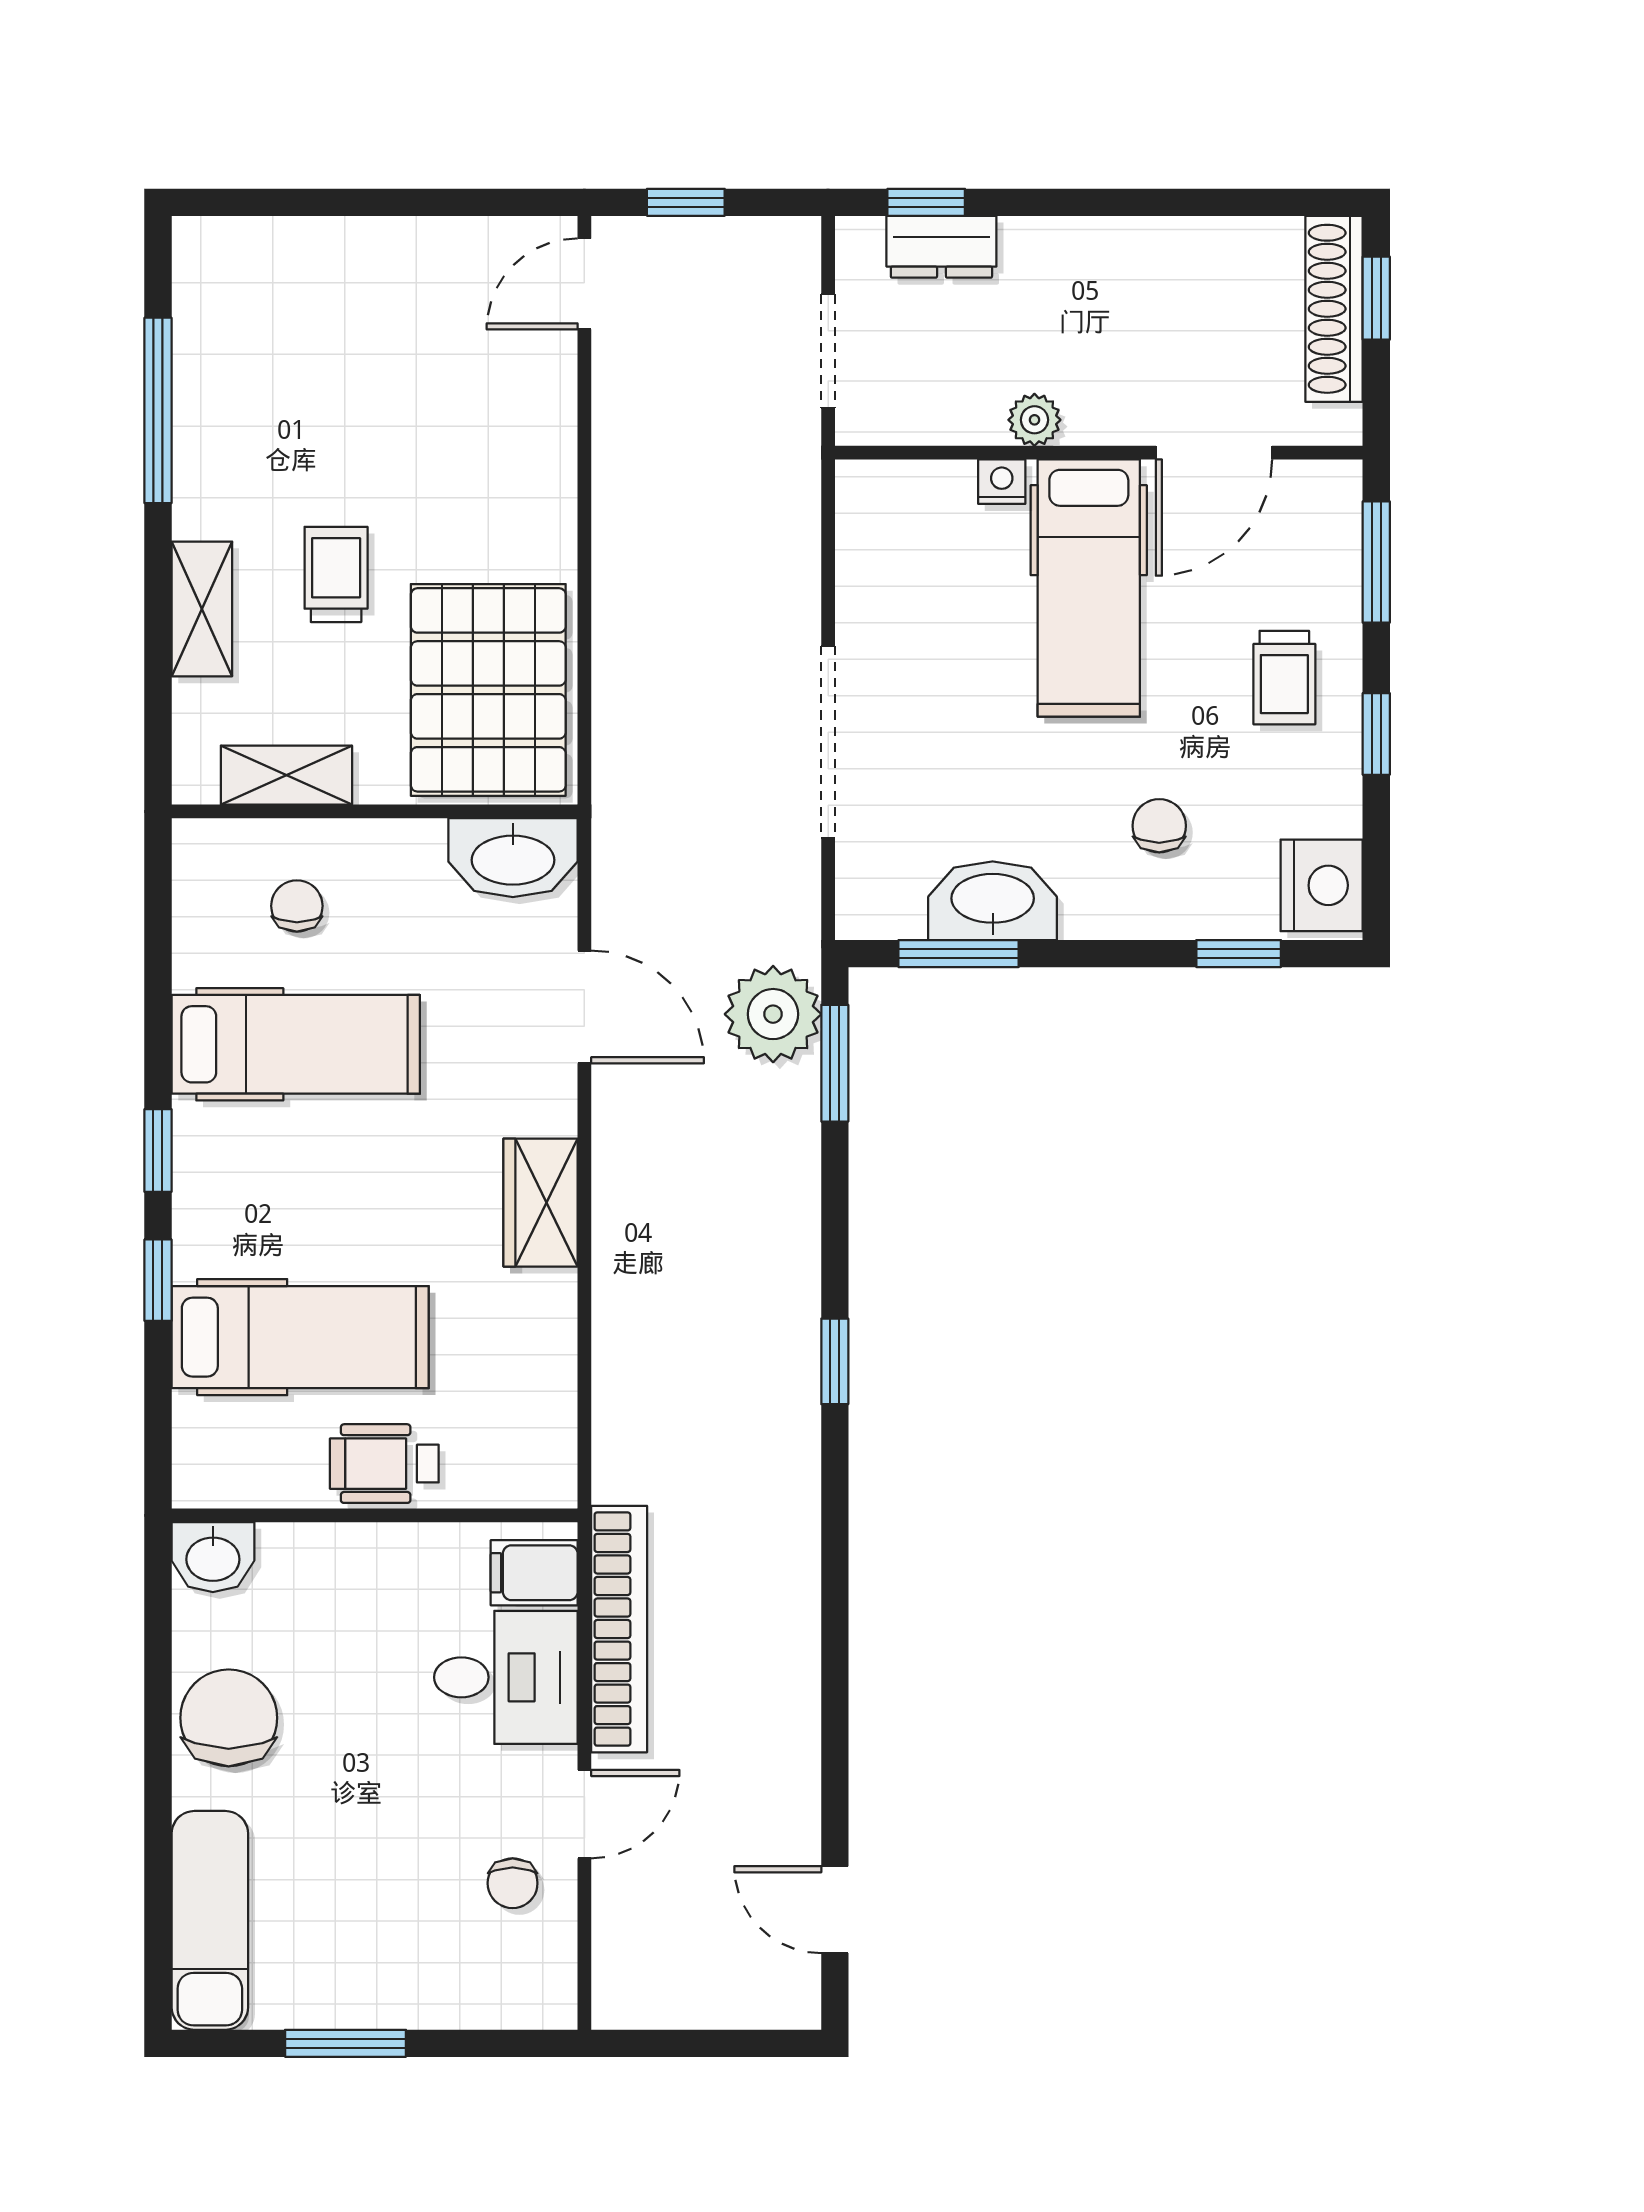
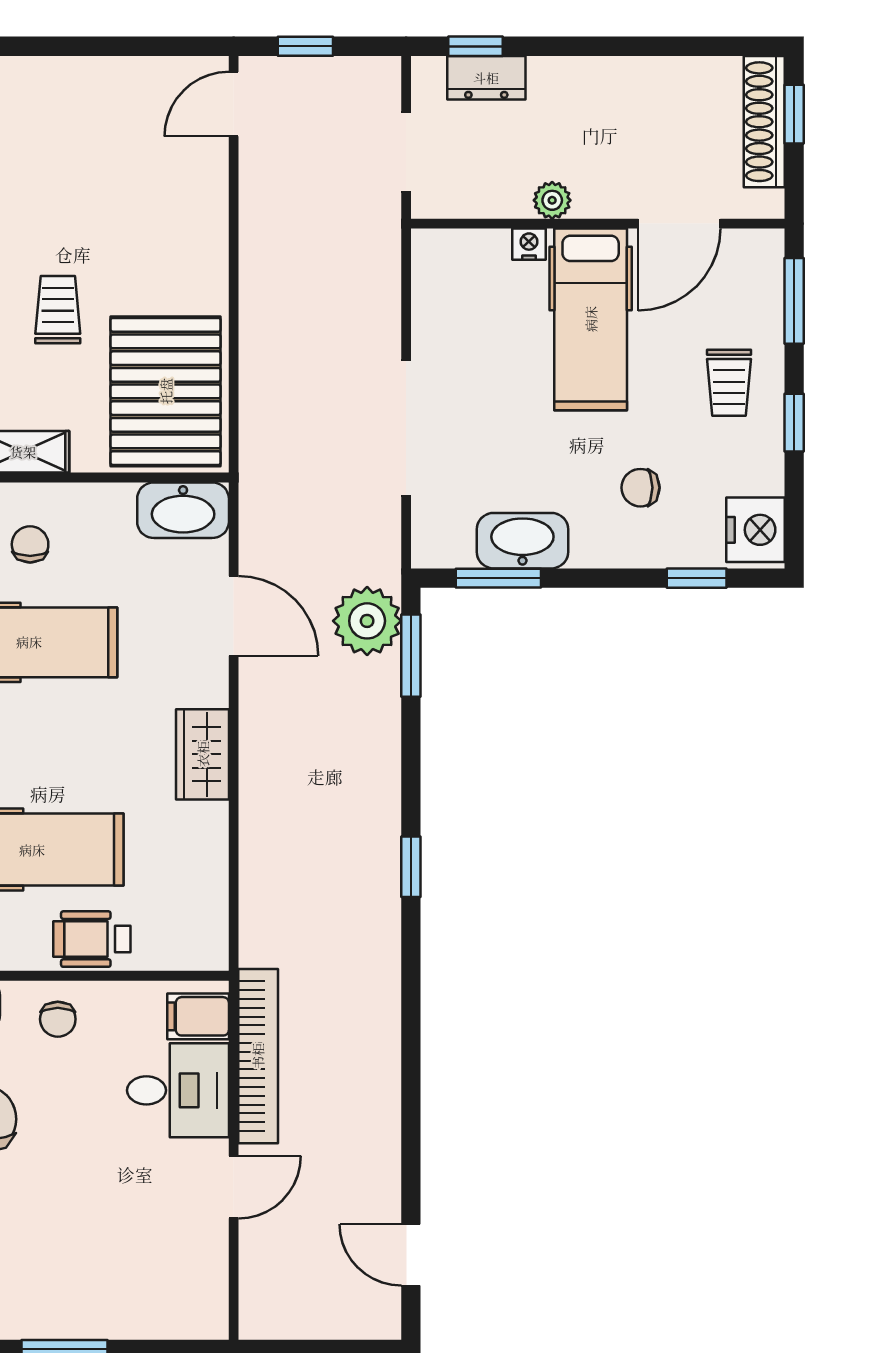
chair: (1159, 826) -> (640, 488), turned -90
chair: (513, 1883) -> (58, 1019), moved

